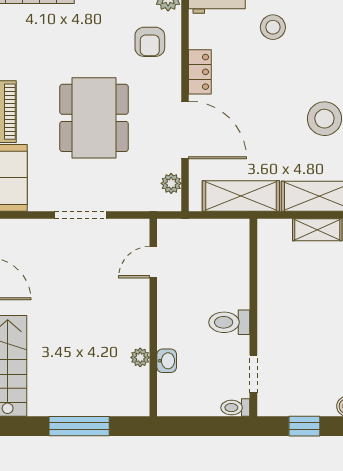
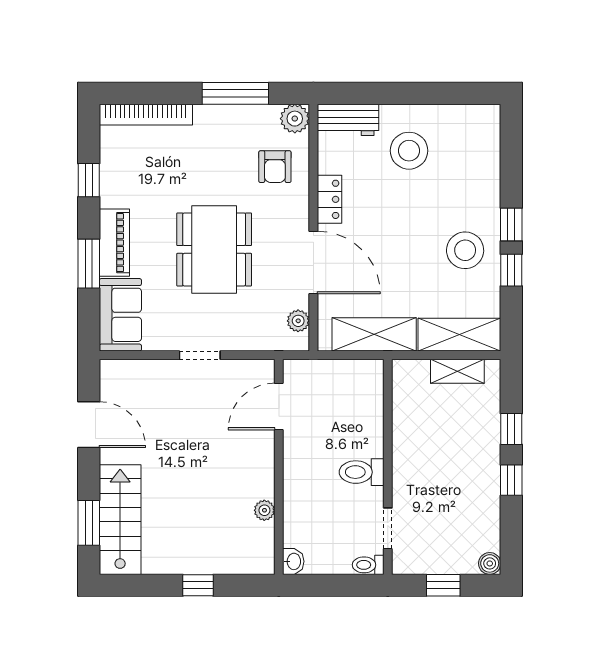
stool: (273, 27) -> (409, 151), width x1.38, depth x1.38
doorway: (81, 215) -> (200, 355), width x0.73
door: (153, 262) -> (279, 407), width x1.38
washbasin: (167, 361) -> (293, 561), moved
window: (79, 426) -> (198, 585), width x0.46

